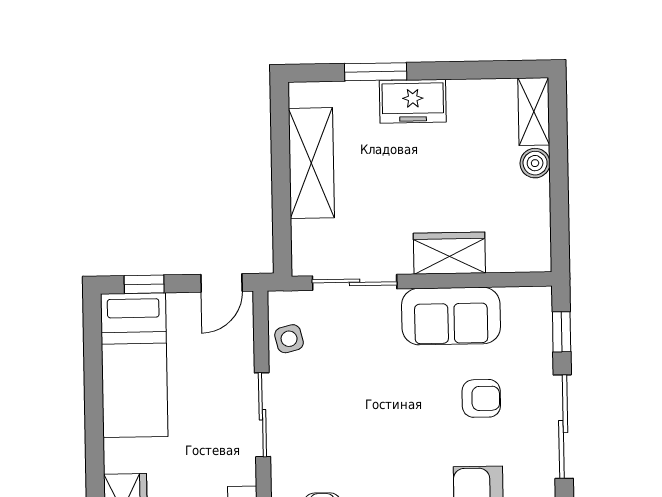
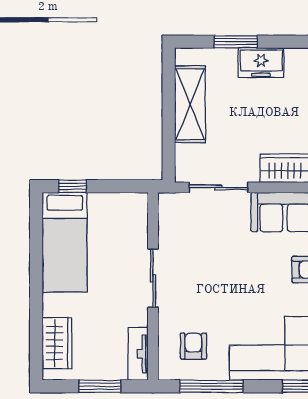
door: (221, 283) -> (126, 186), removed
side table: (289, 339) -> (172, 226), removed

